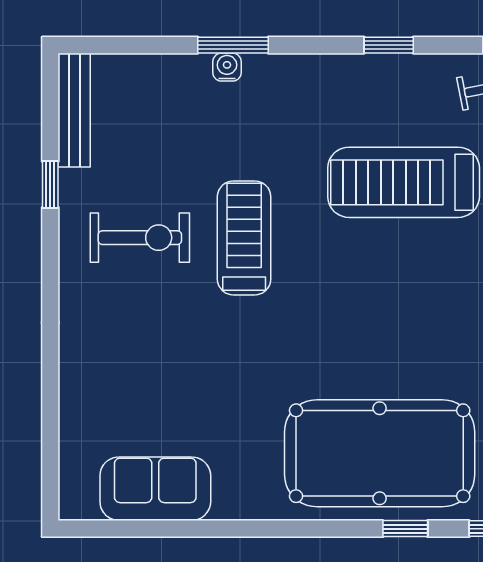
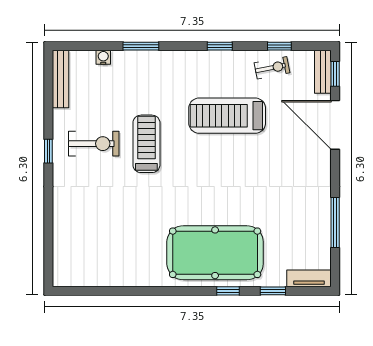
water cooler: (227, 67) -> (103, 57), moved
window: (50, 184) -> (48, 151), moved
sofa: (155, 489) -> (102, 271), removed

